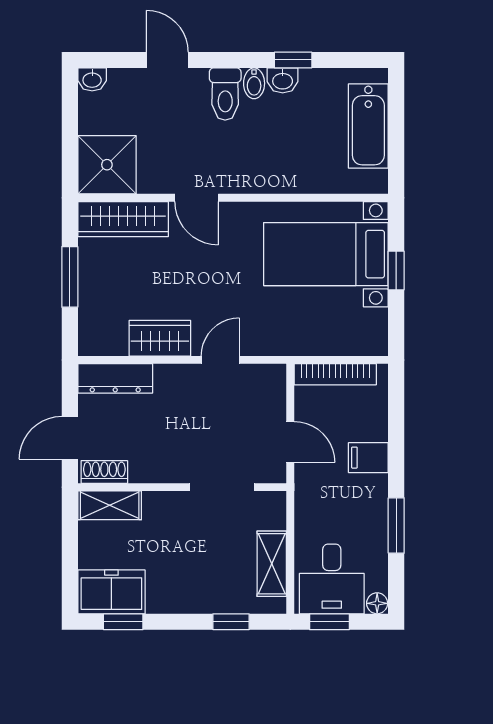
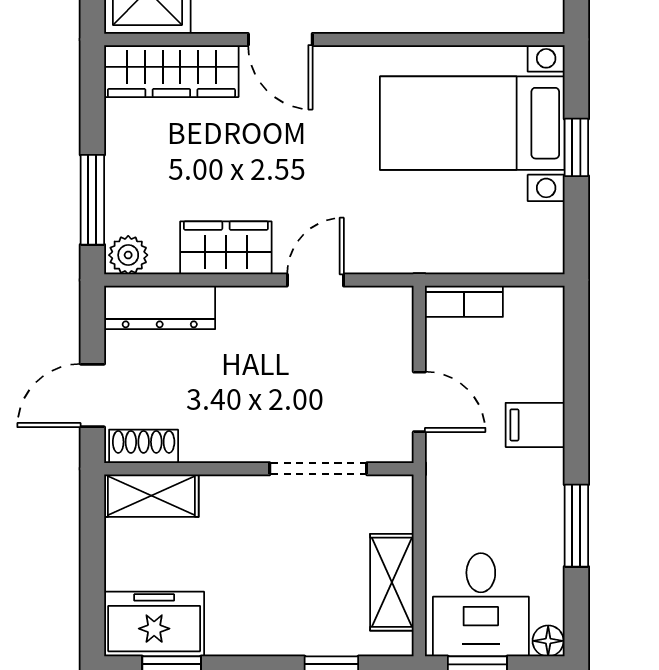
window: (70, 277) -> (92, 200), moved
plant: (94, 343) -> (128, 255), added
bookcase: (335, 374) -> (464, 301), width x0.64

